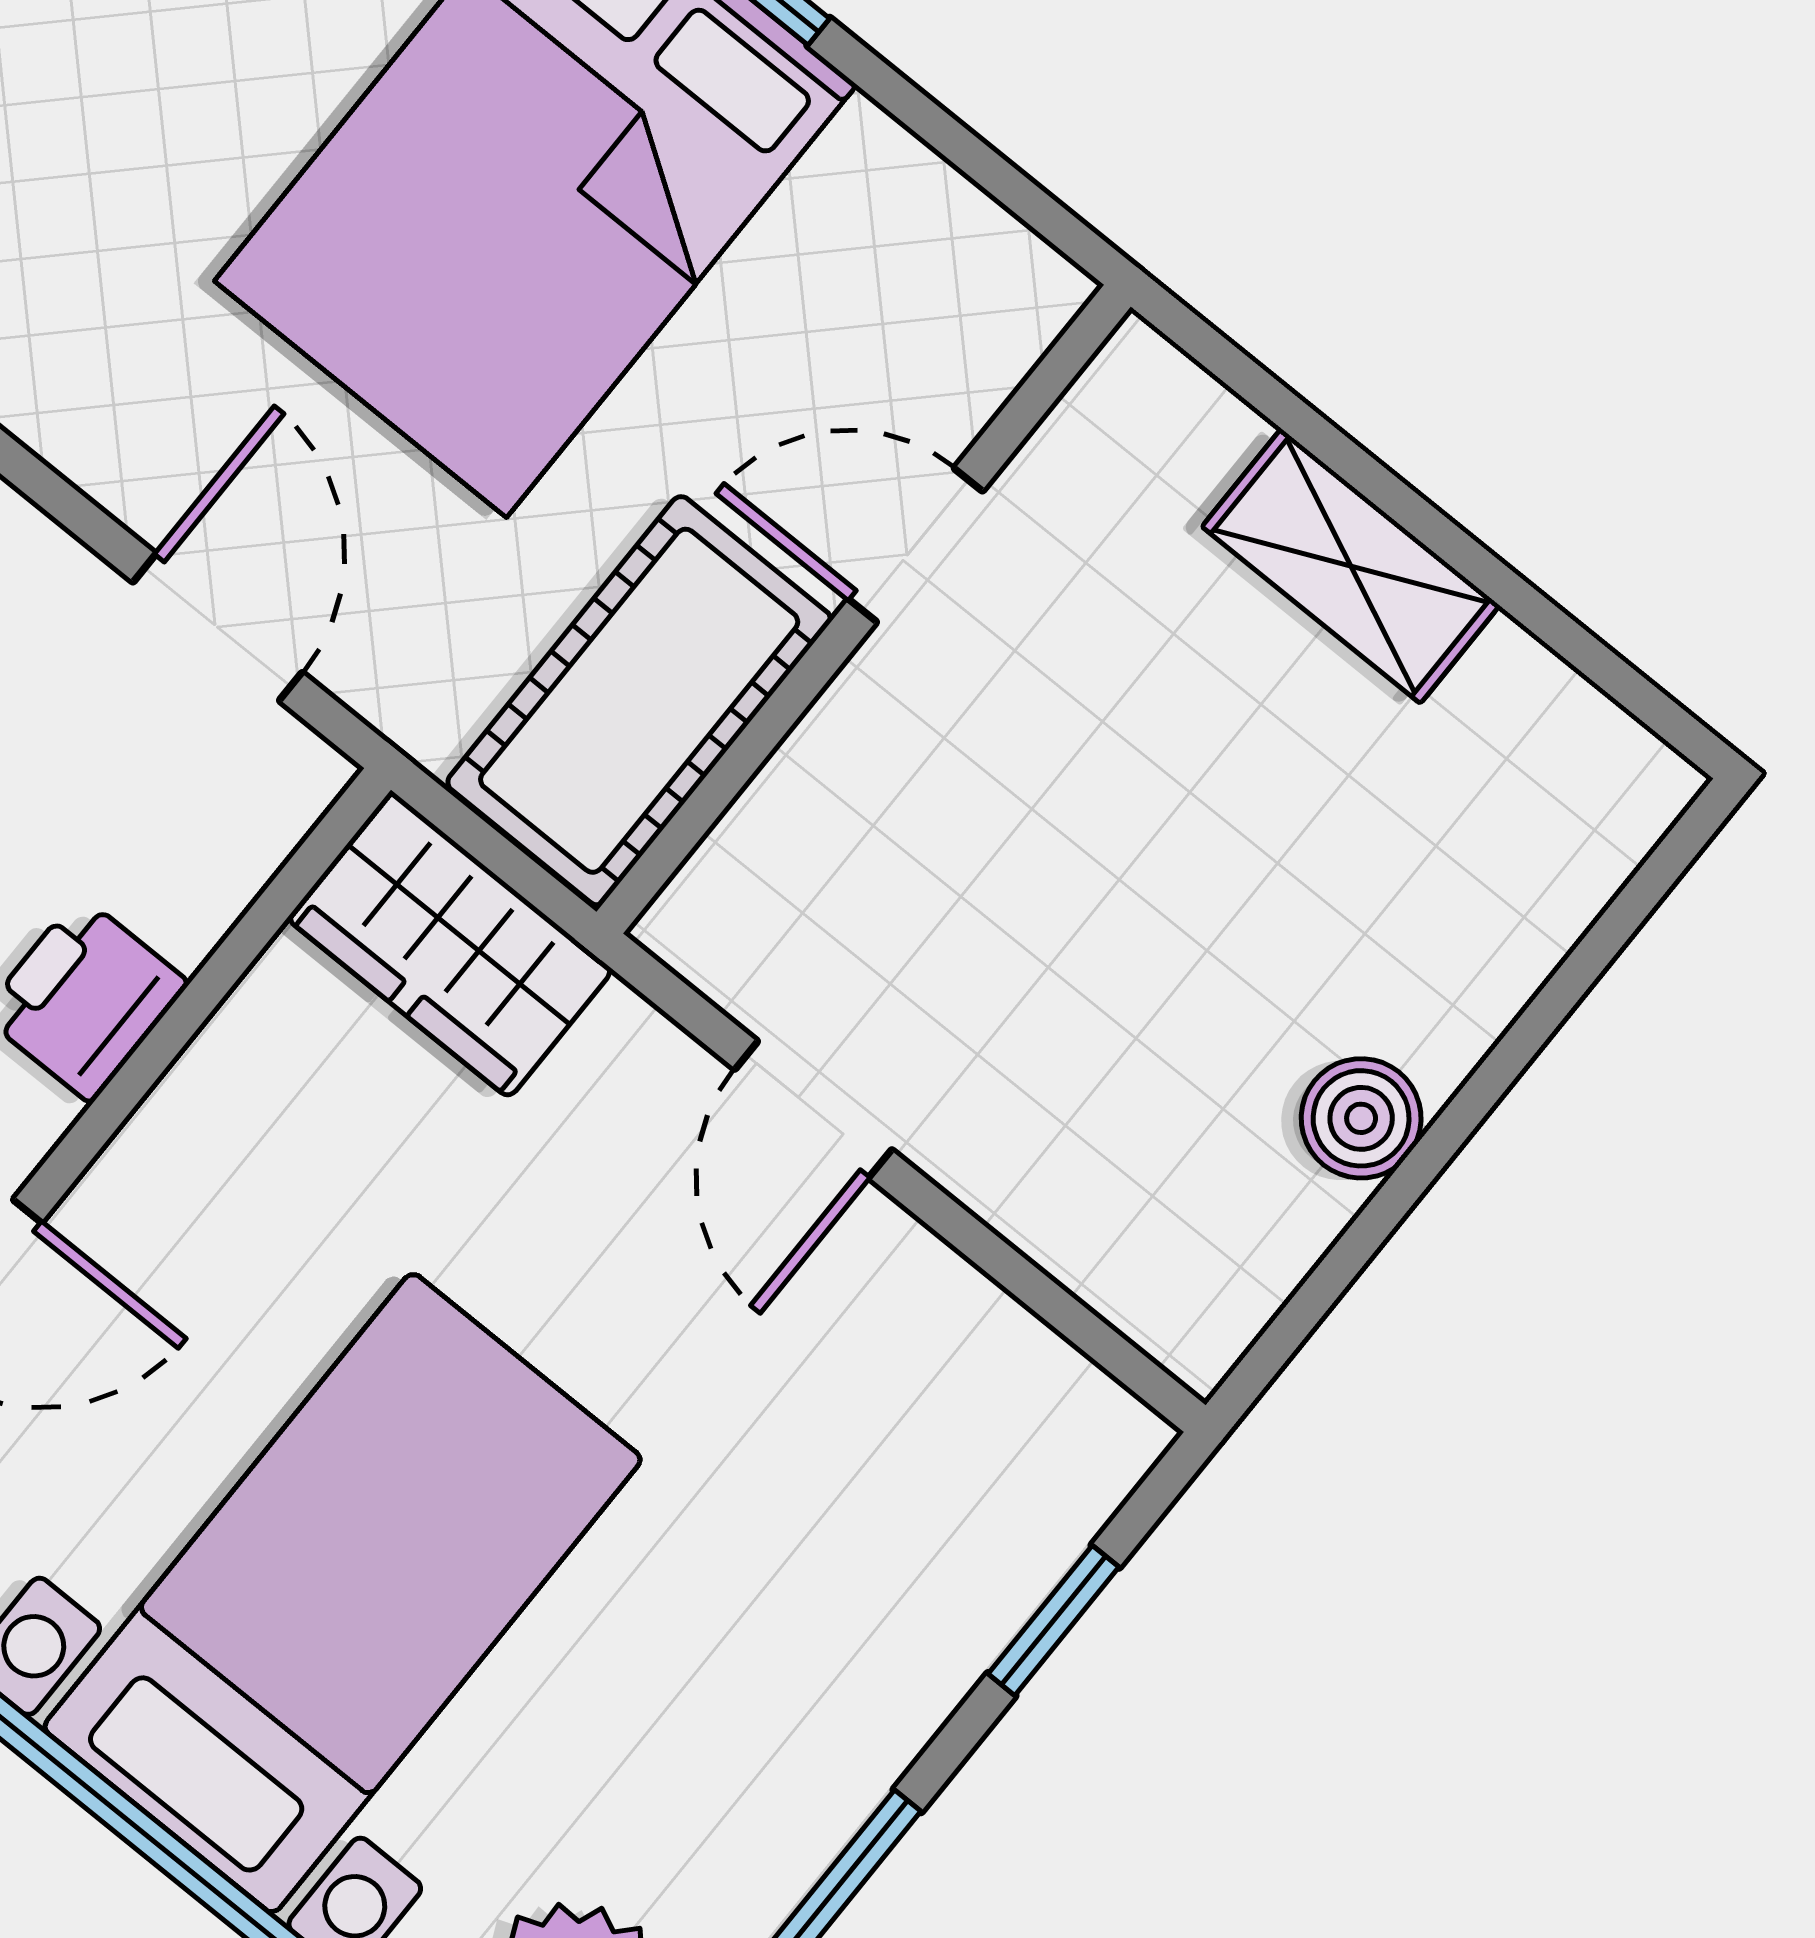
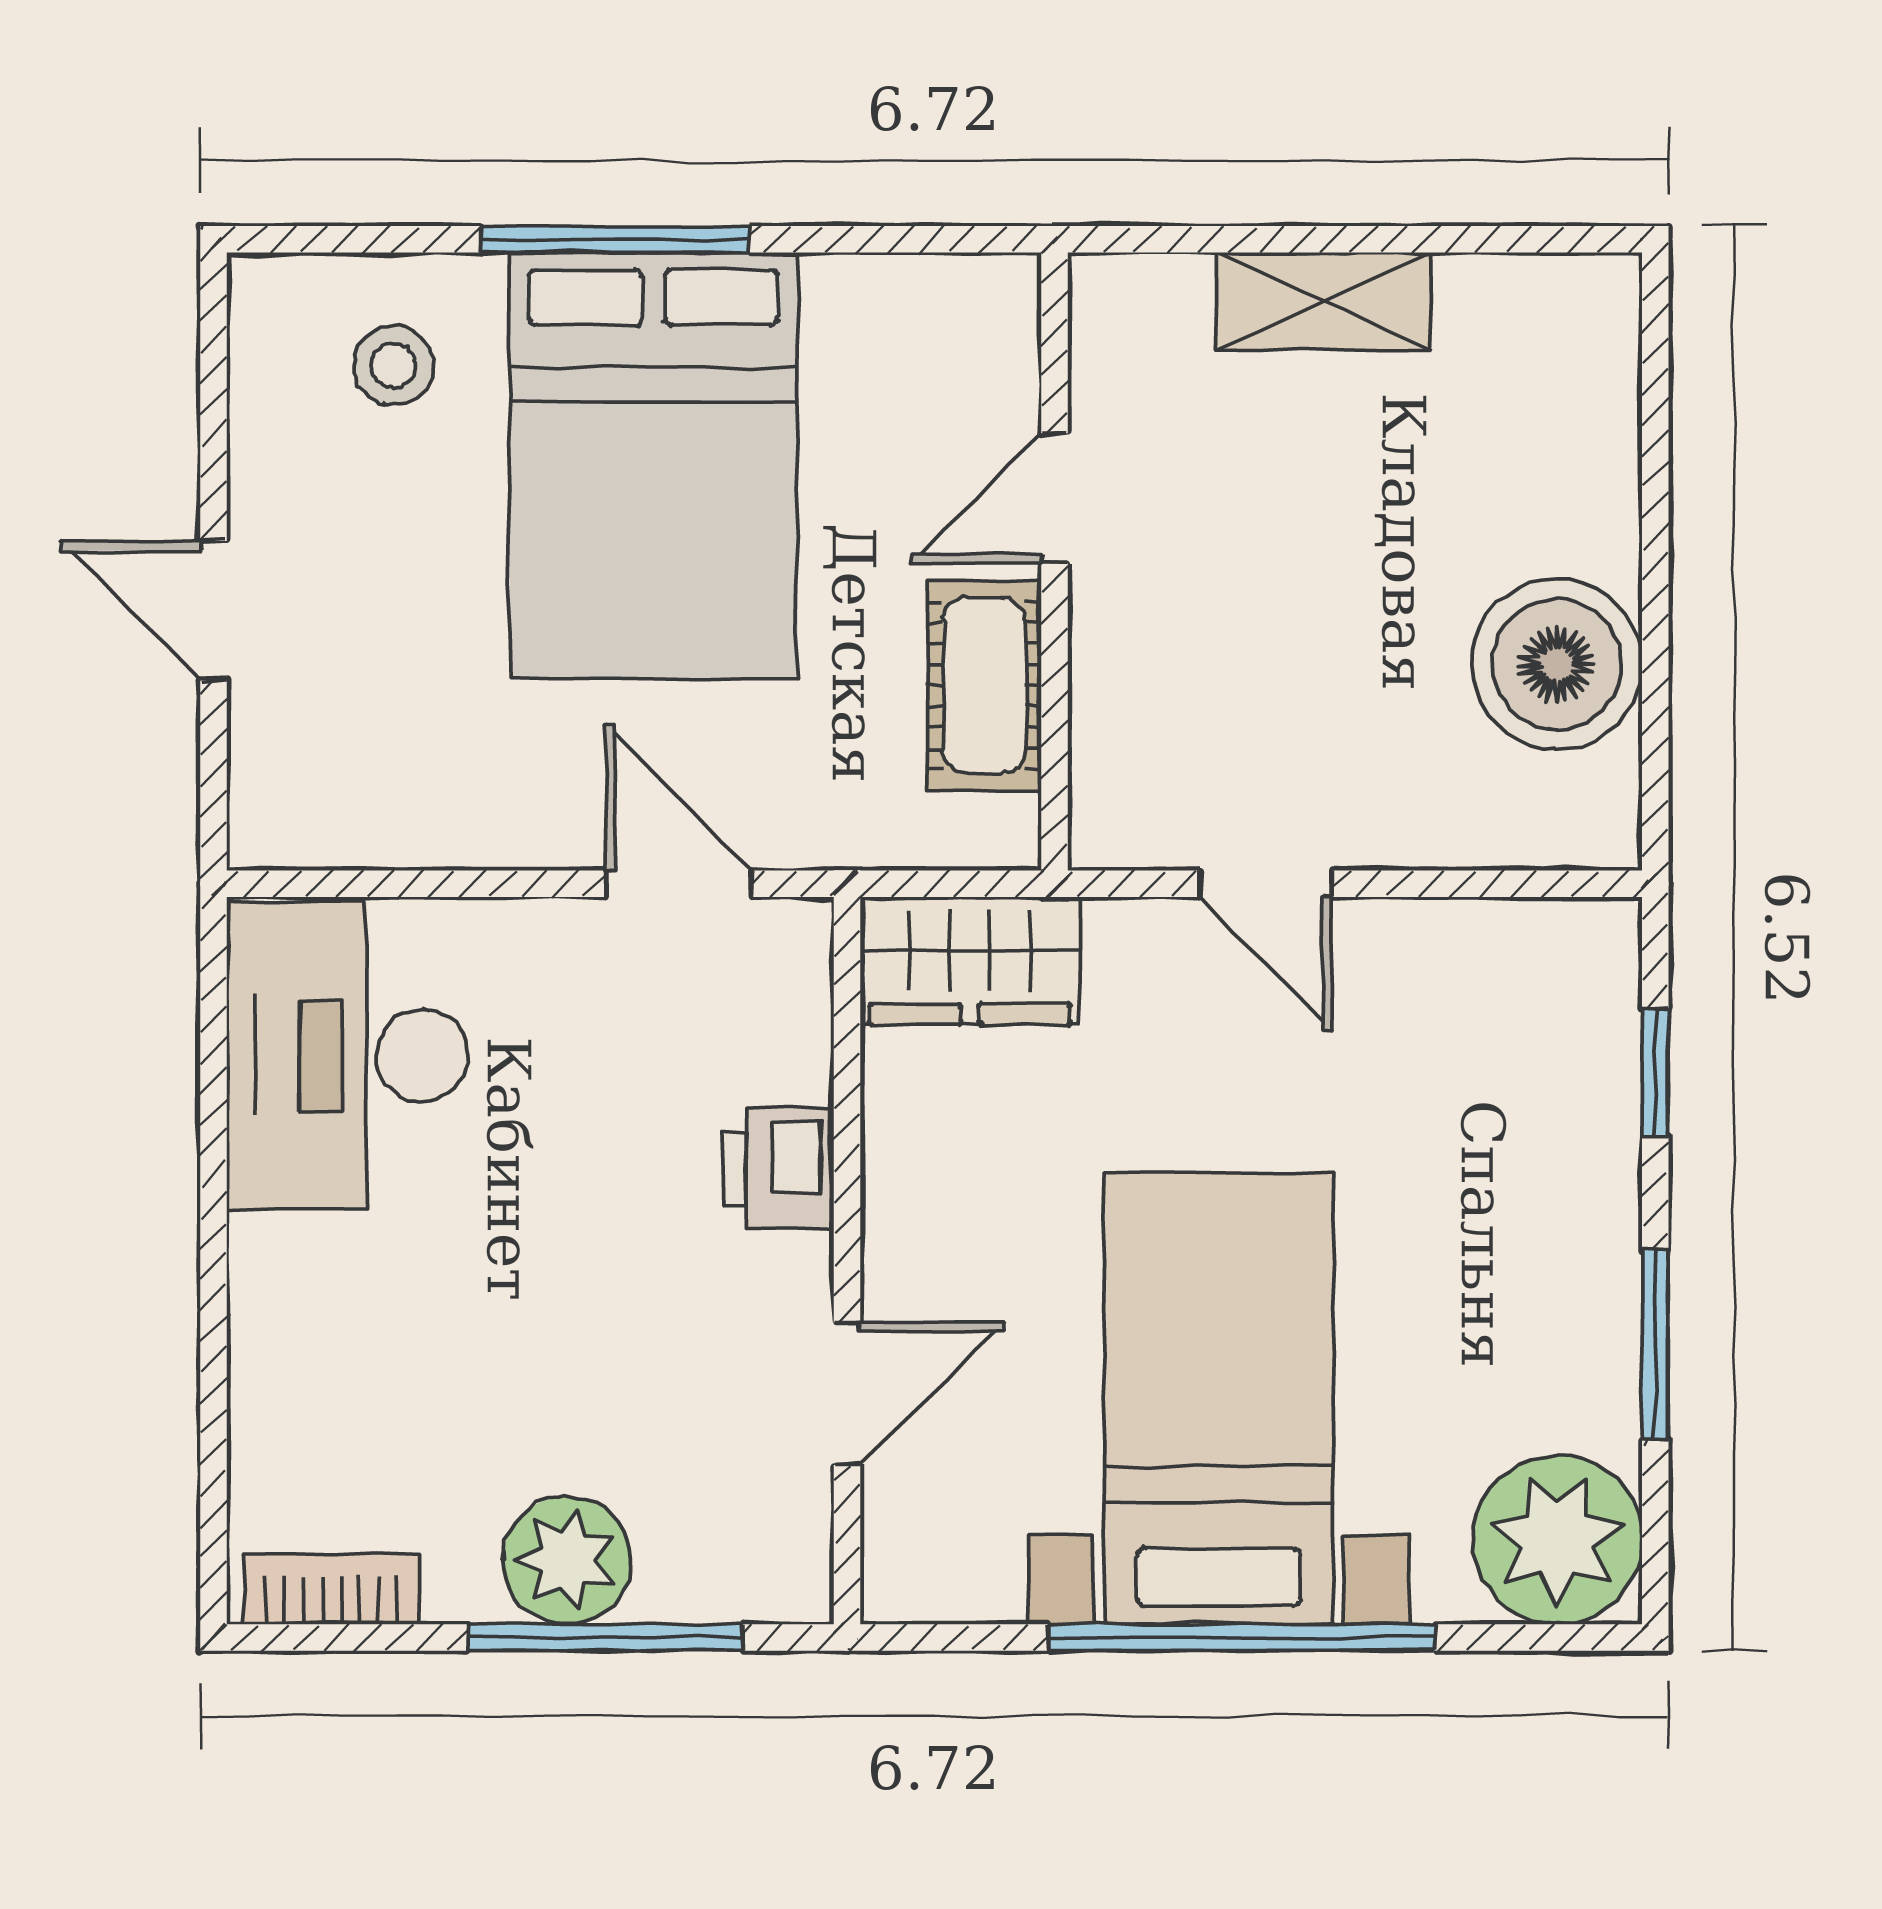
cot: (639, 701) -> (984, 686), width x0.73, depth x0.75
boiler: (1361, 1118) -> (1557, 664), width x1.86, depth x1.86

